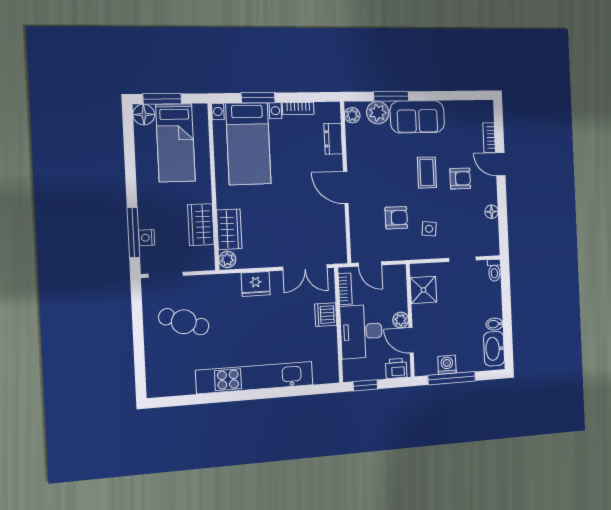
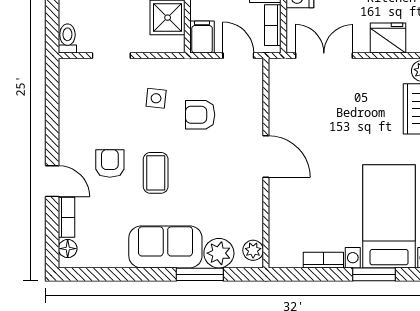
dresser: (333, 139) -> (280, 220), removed
armchair: (460, 179) -> (110, 163), turned 90
floor lamp: (492, 212) -> (68, 249), moved
filing cabinet: (398, 277) -> (202, 37), added

